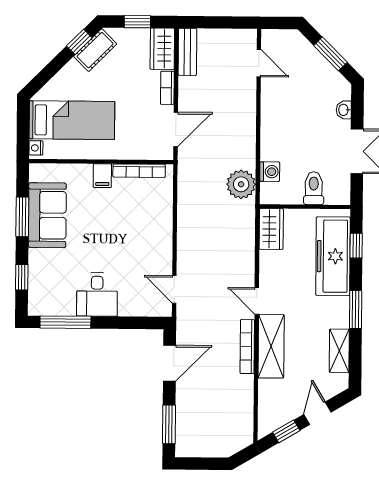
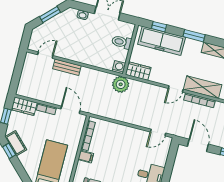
bench: (187, 52) -> (67, 67), moved
washing machine: (270, 172) -> (119, 67), moved
plant: (241, 184) -> (121, 84), moved

